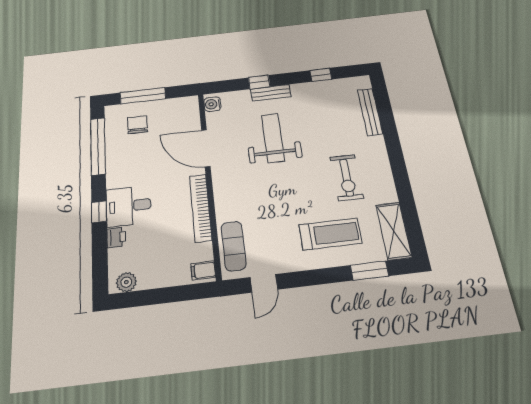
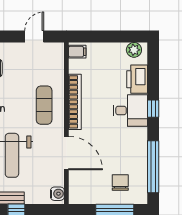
chair: (137, 125) -> (120, 182), turned 180
printer: (116, 237) -> (137, 79), width x1.87, depth x1.48
exercise mat: (234, 246) -> (44, 105), moved

